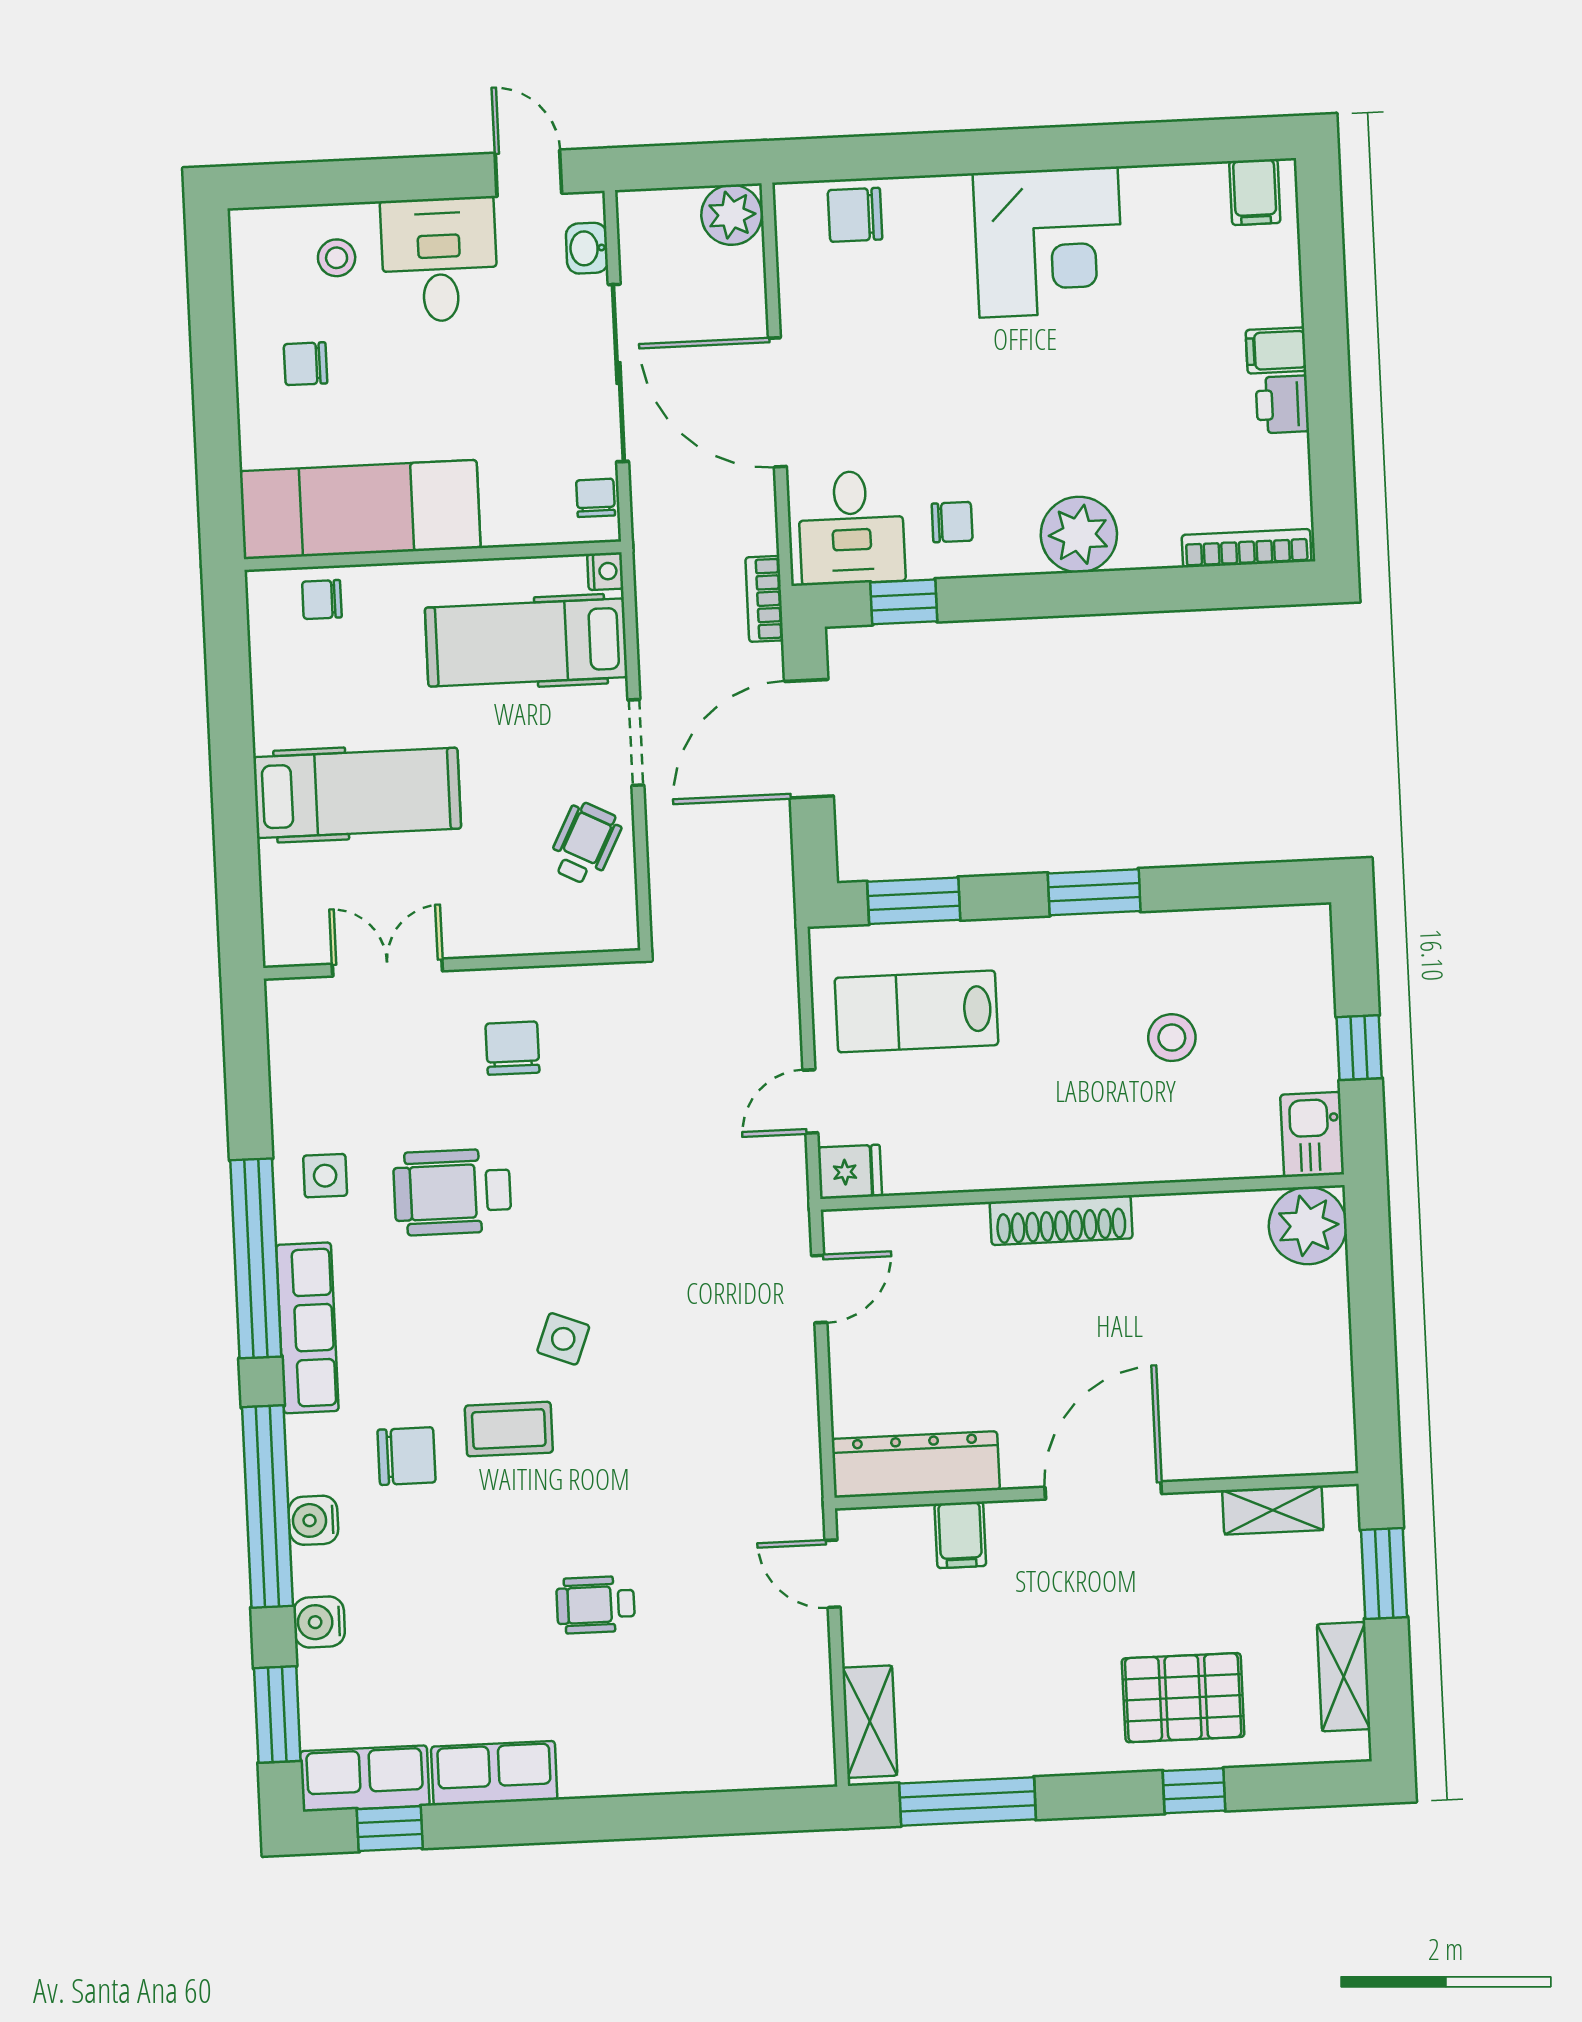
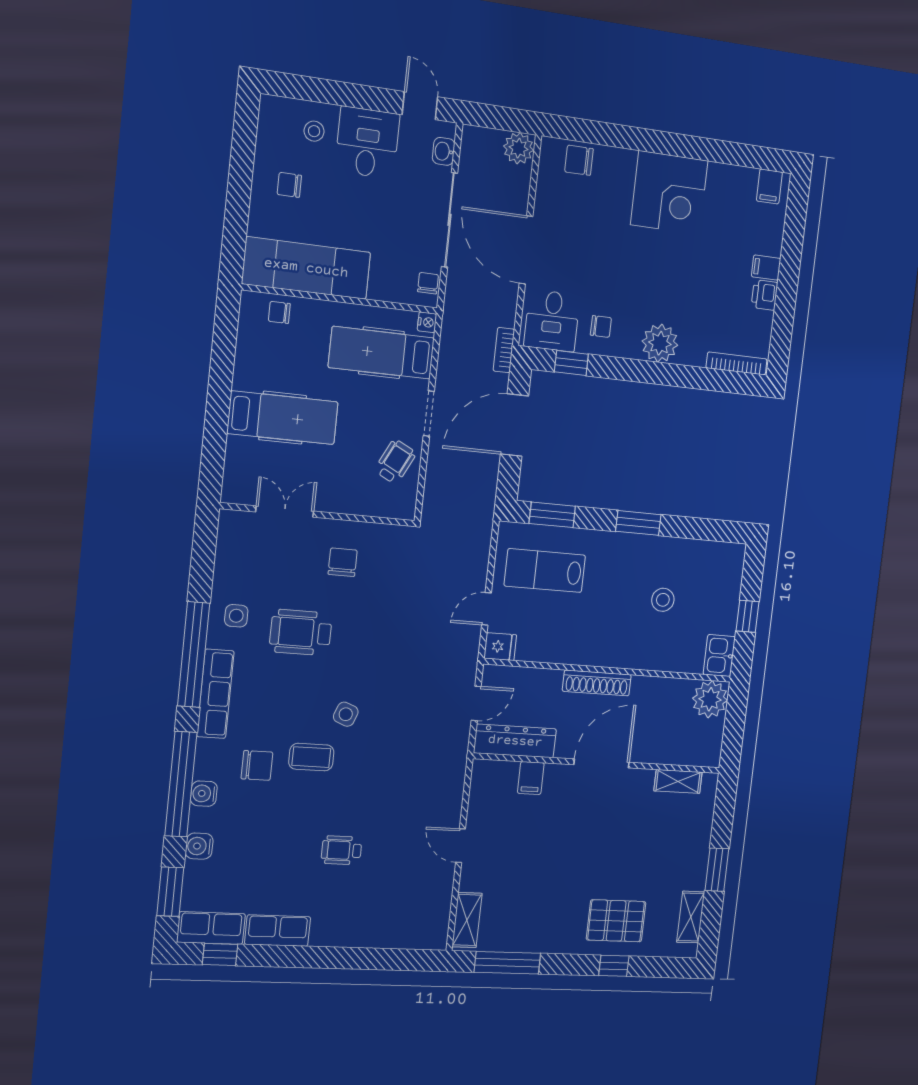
dresser: (916, 1464) -> (515, 741), moved
door: (1103, 1490) -> (602, 763), moved
wall: (1097, 1491) -> (598, 763), moved
shelving: (1273, 1510) -> (678, 781), moved
filing cabinet: (960, 1535) -> (531, 778), moved

